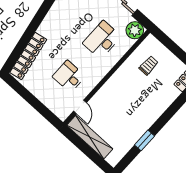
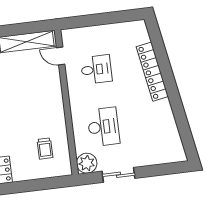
locker: (28, 56) -> (152, 72), moved

